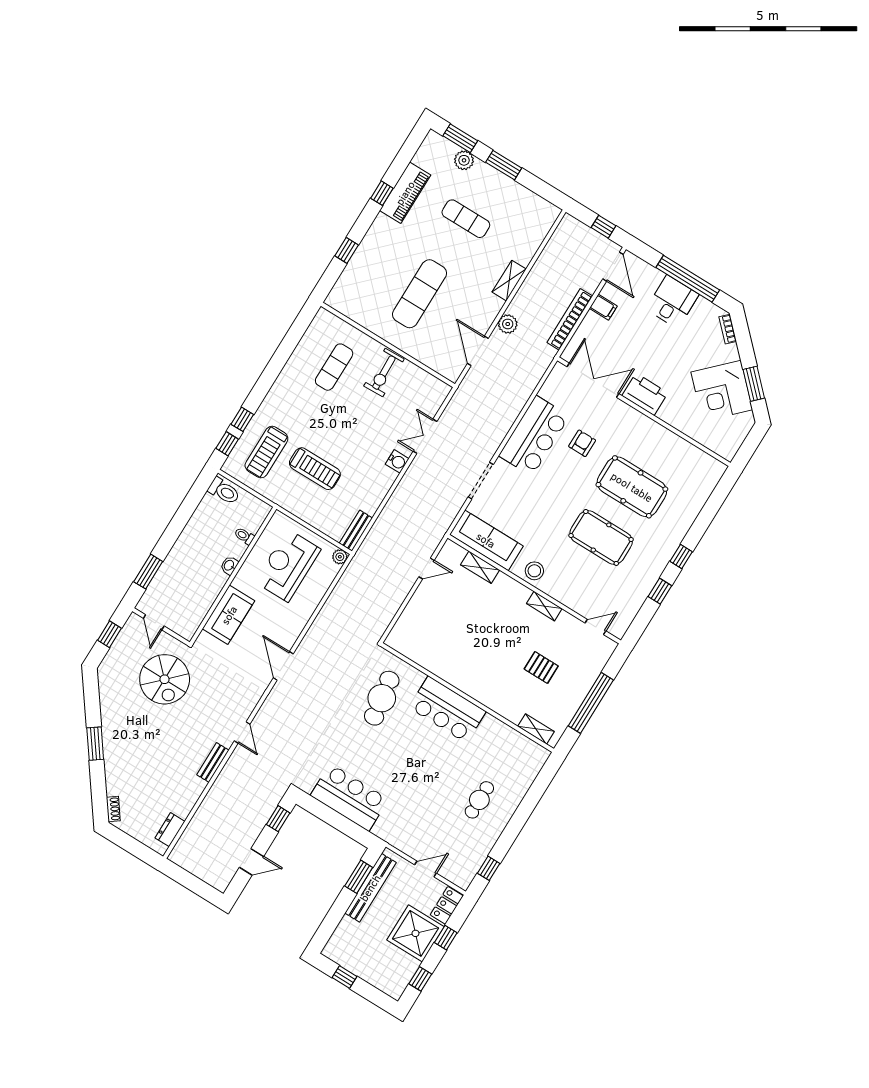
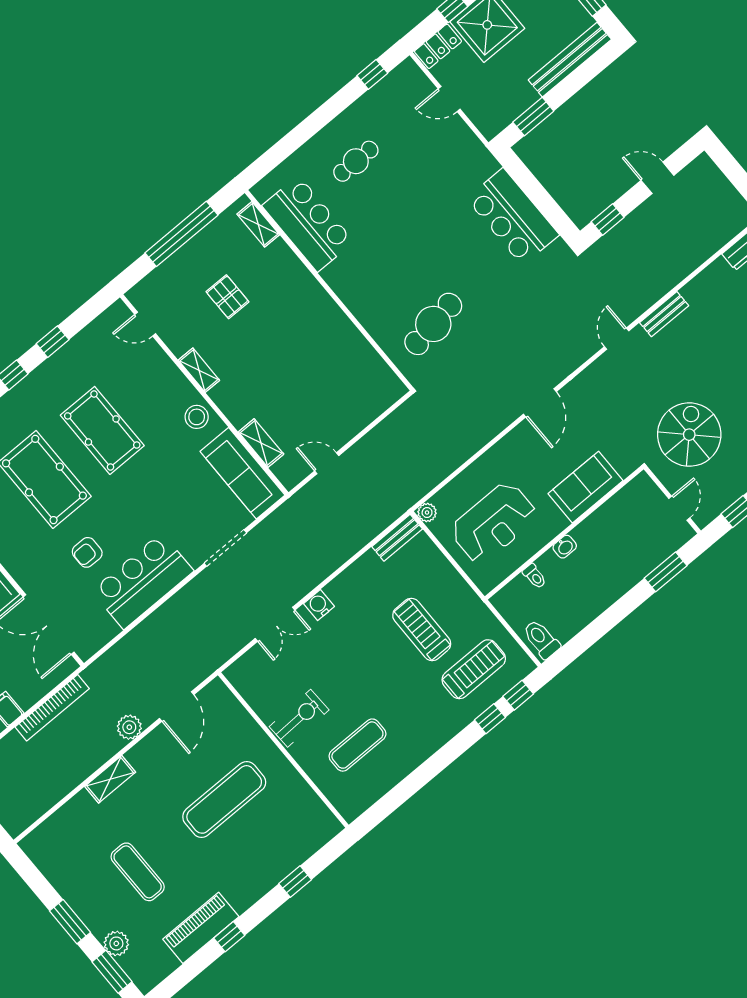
bar counter: (447, 709) -> (308, 224), moved
bench: (370, 888) -> (570, 60), moved

